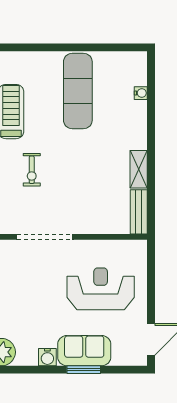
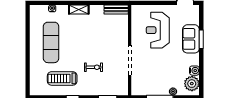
exercise mat: (78, 91) -> (51, 42), turned 90
shelving: (139, 169) -> (79, 10), moved
water cooler: (47, 357) -> (194, 71), moved

